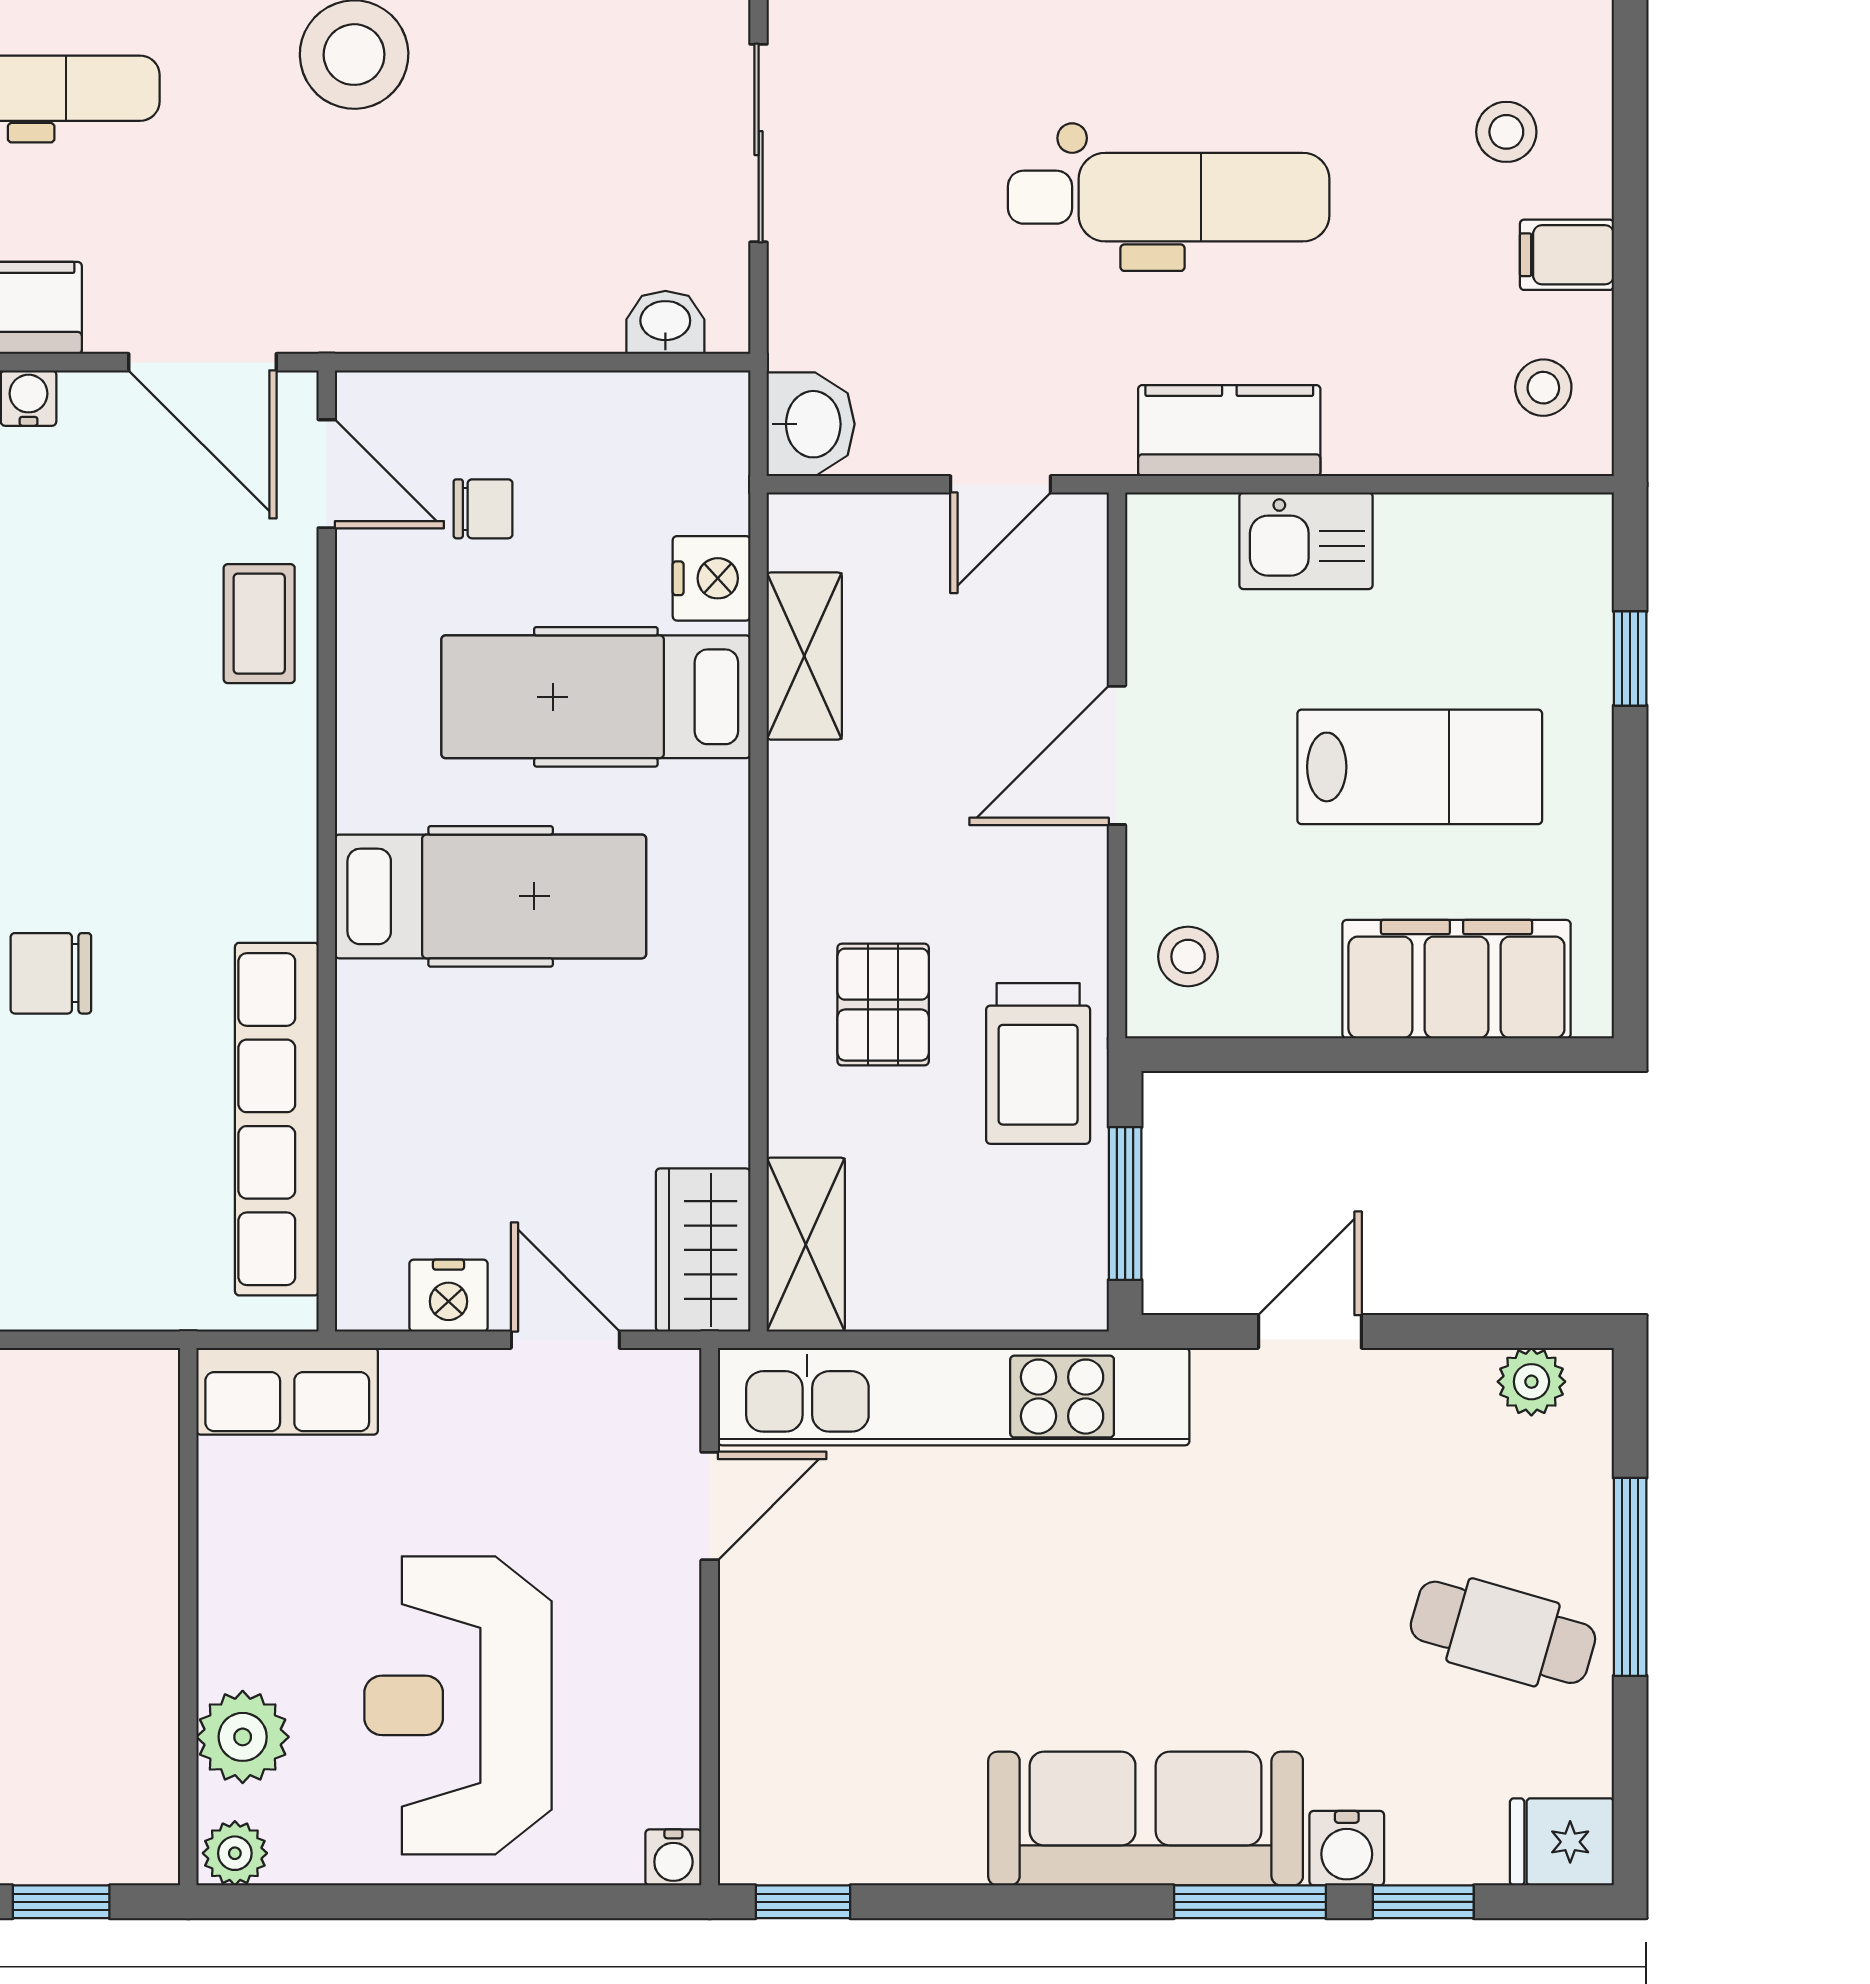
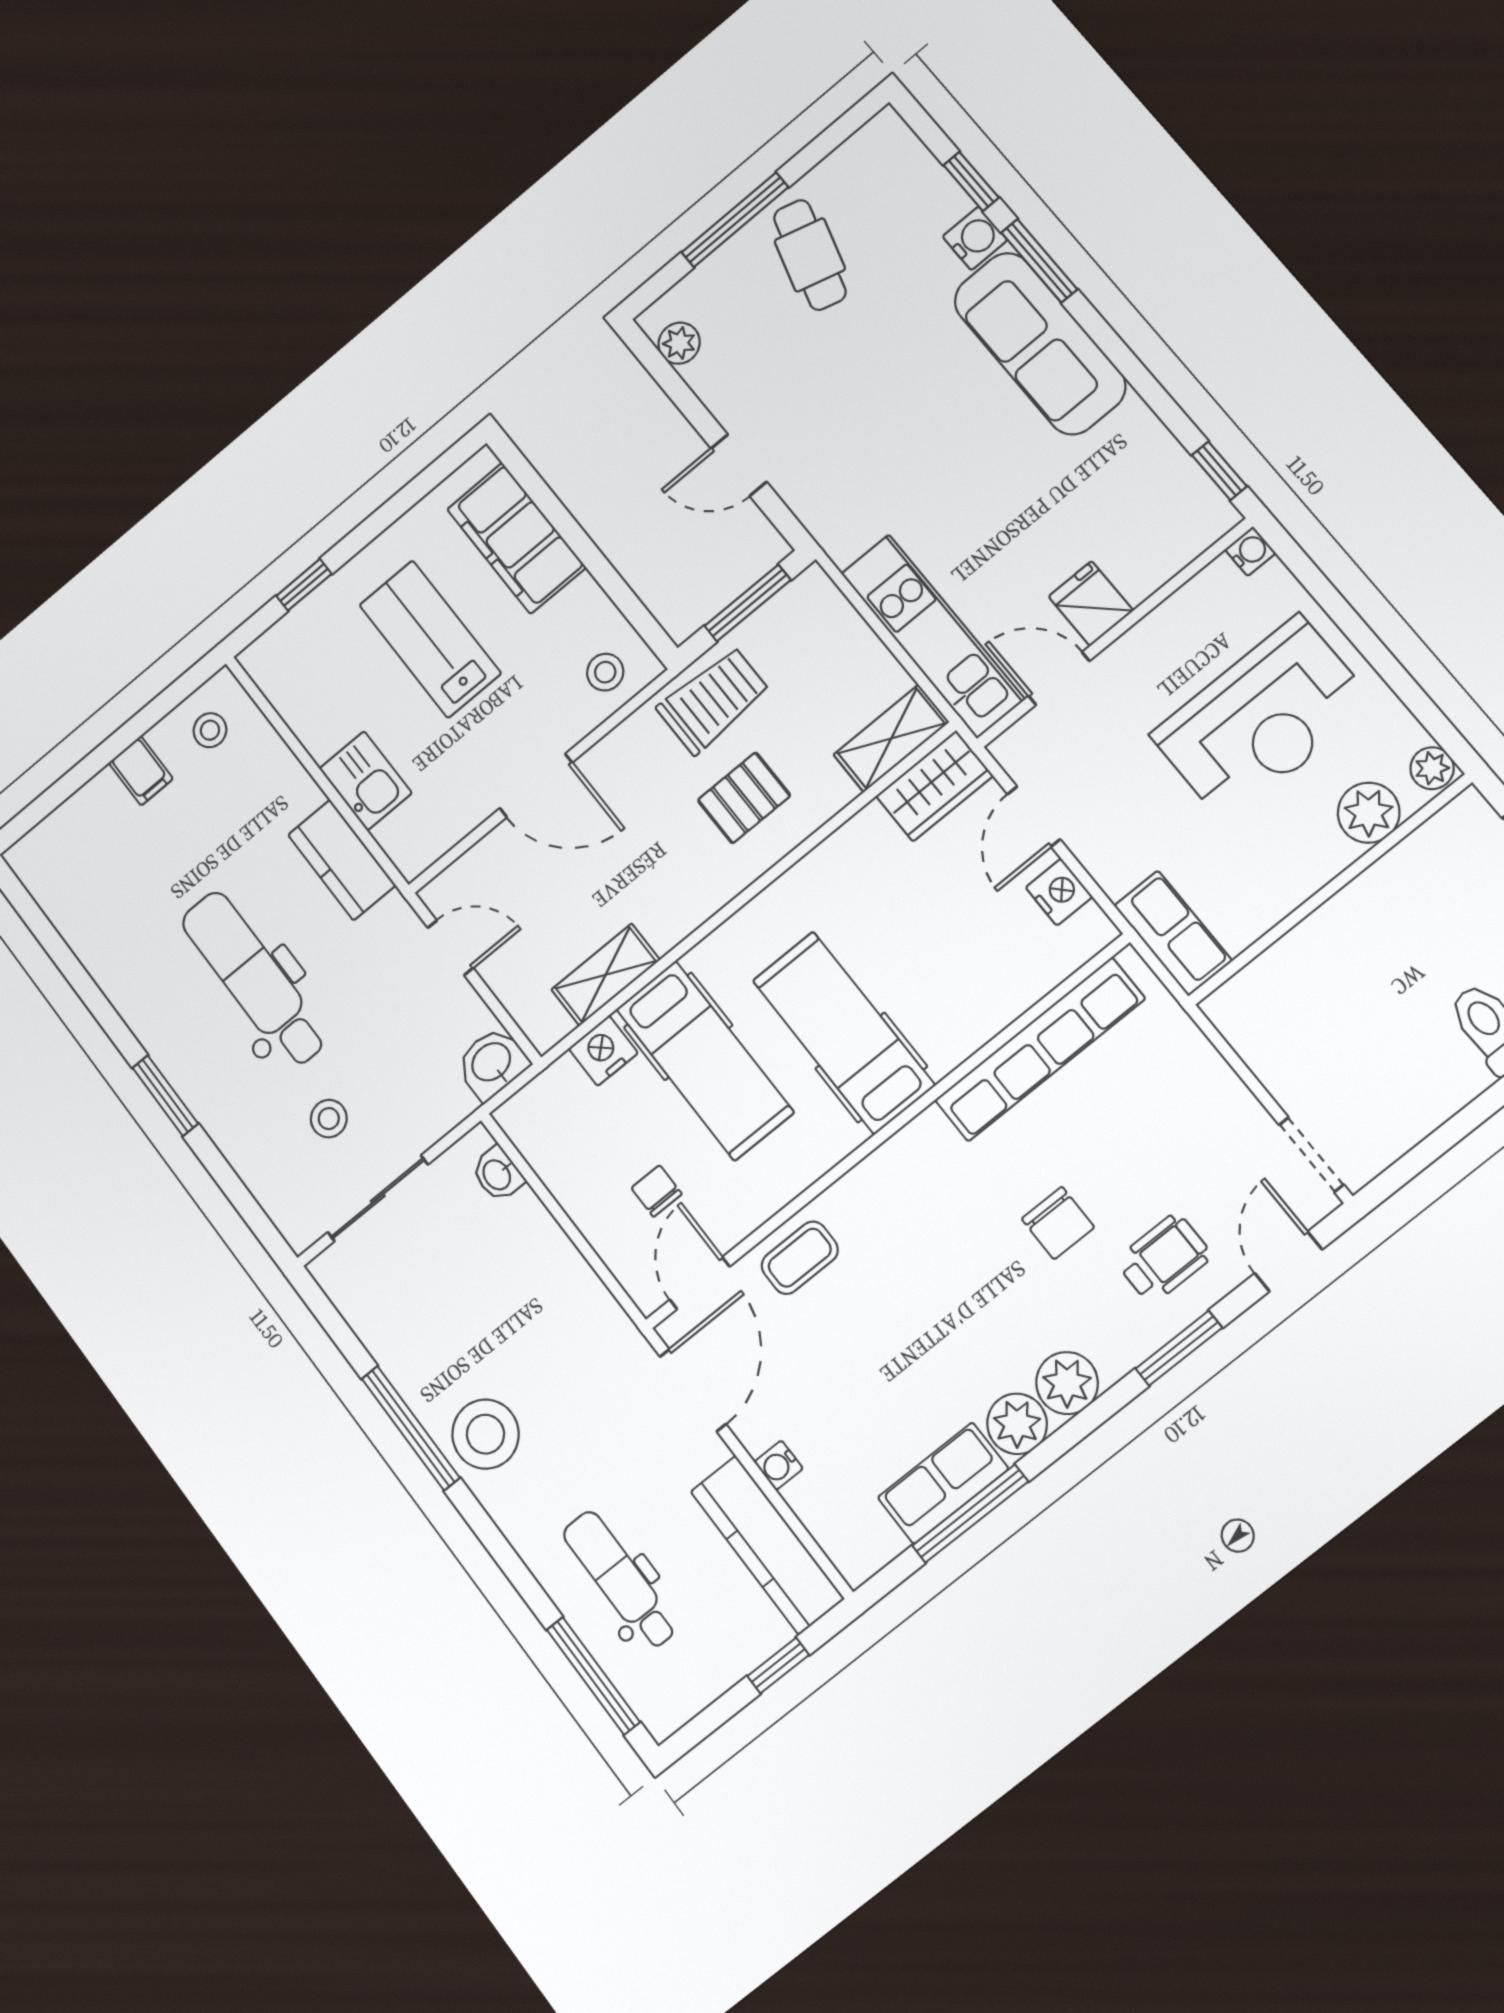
stool: (1506, 132) -> (329, 1119), moved
kitchen unit: (954, 1397) -> (933, 636), width x0.73
fridge: (1562, 1842) -> (1091, 603), moved, turned 180

